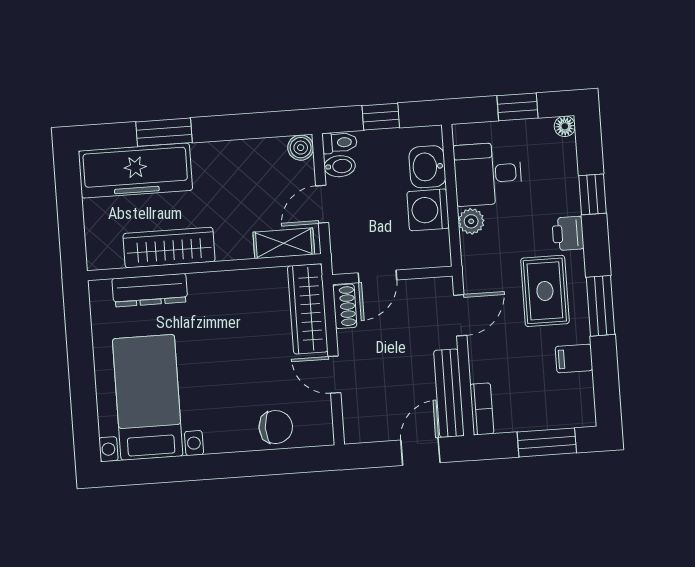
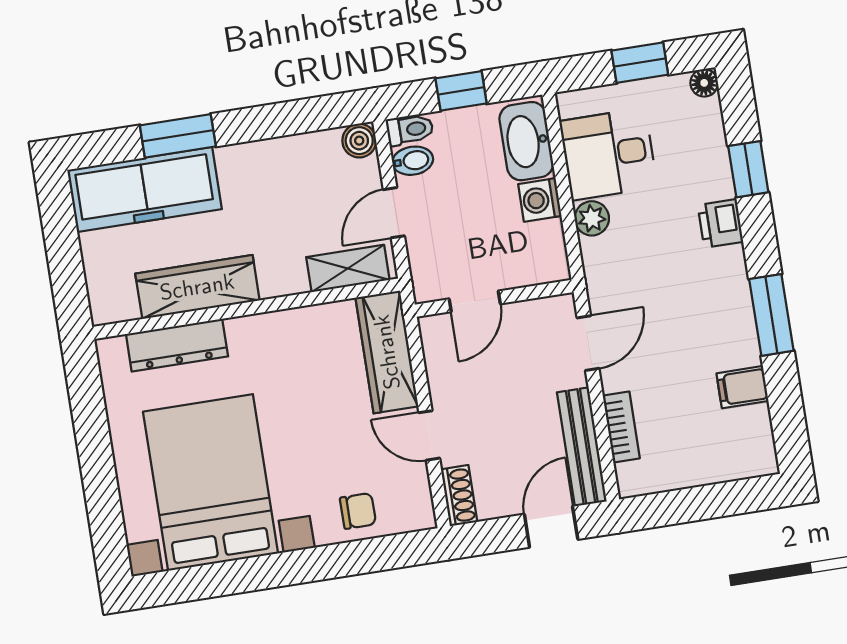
washbasin: (427, 167) -> (526, 141), width x1.38
washing machine: (428, 210) -> (540, 200), width x0.73, depth x0.73
rug: (545, 291) -> (697, 302), removed
shoe rack: (345, 306) -> (459, 496), moved
bed with nightstands: (148, 397) -> (211, 482), width x1.36
bookcase: (482, 409) -> (621, 427), moved
chair: (276, 427) -> (358, 511), width x0.73, depth x0.73
window: (547, 442) -> (716, 501), removed

